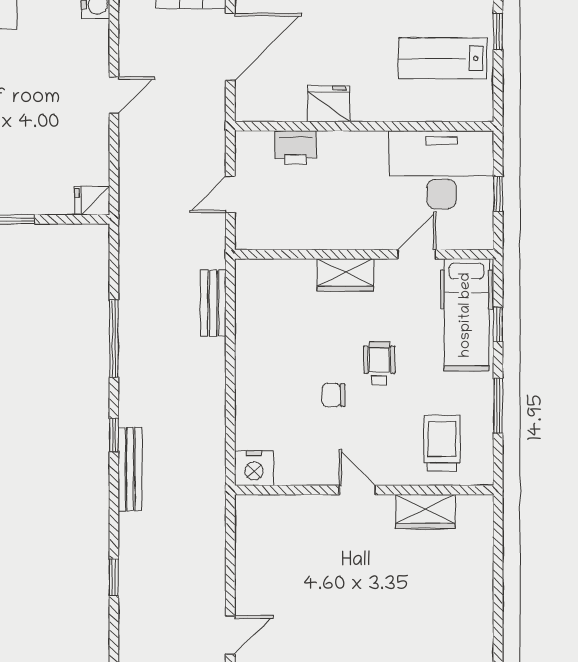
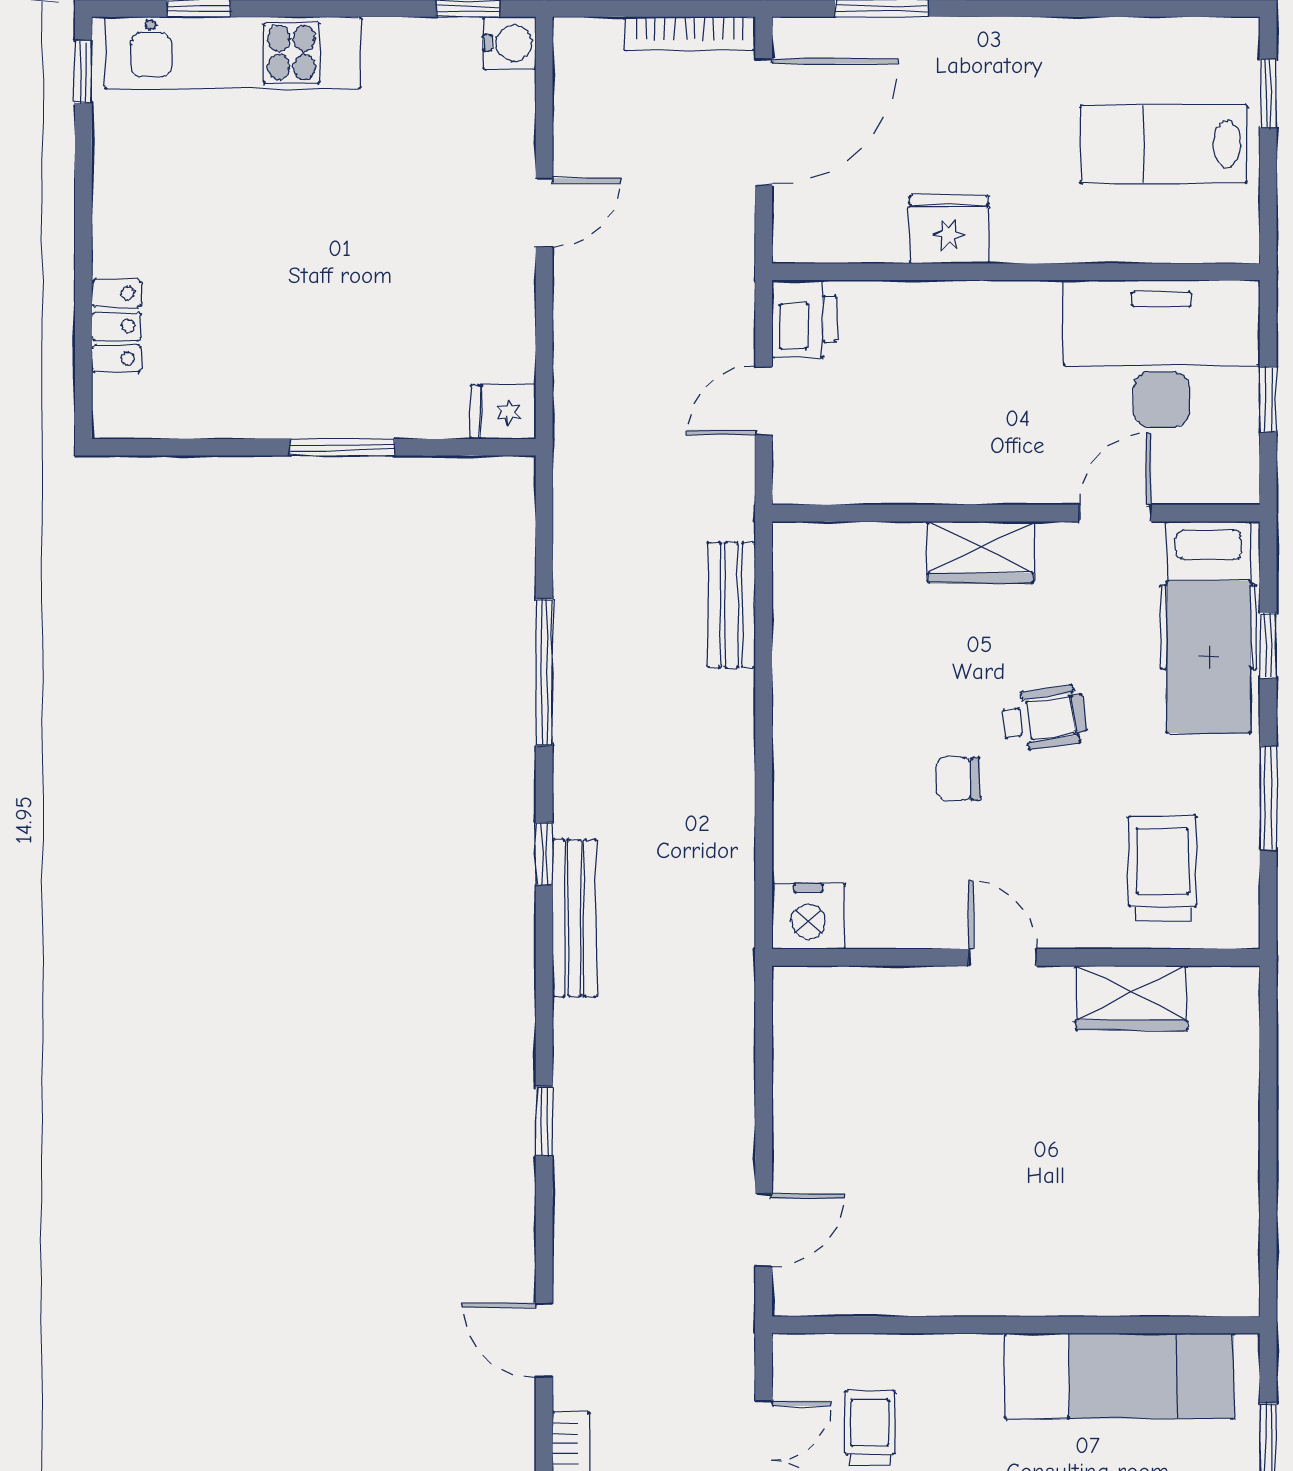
printer: (296, 148) -> (804, 319), moved, turned -90
wheelchair: (379, 363) -> (1044, 718), turned 82

